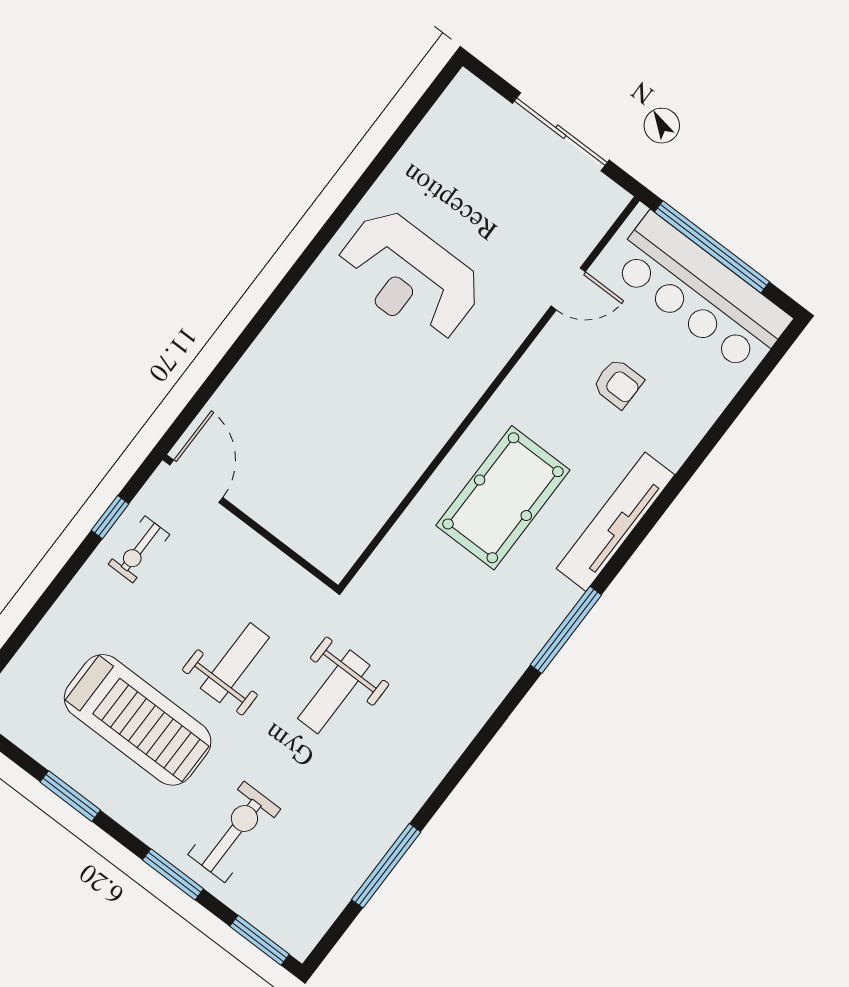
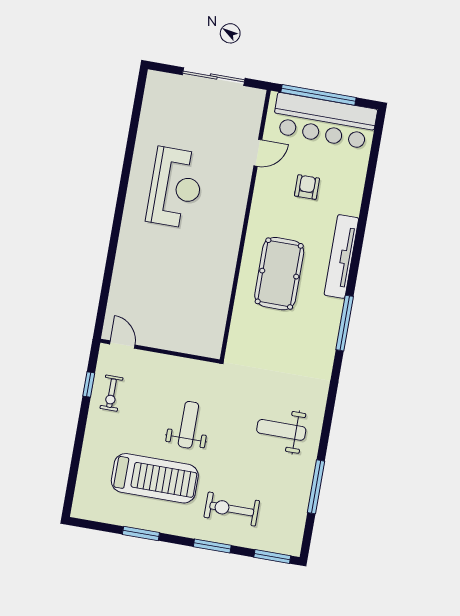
reception desk: (409, 276) -> (175, 188), turned -90
armchair: (618, 383) -> (307, 187), turned -90
door: (196, 481) -> (122, 344), width x0.73
weight bench: (334, 692) -> (281, 430), moved, turned 90
exercise bike: (234, 832) -> (232, 509), turned -90

